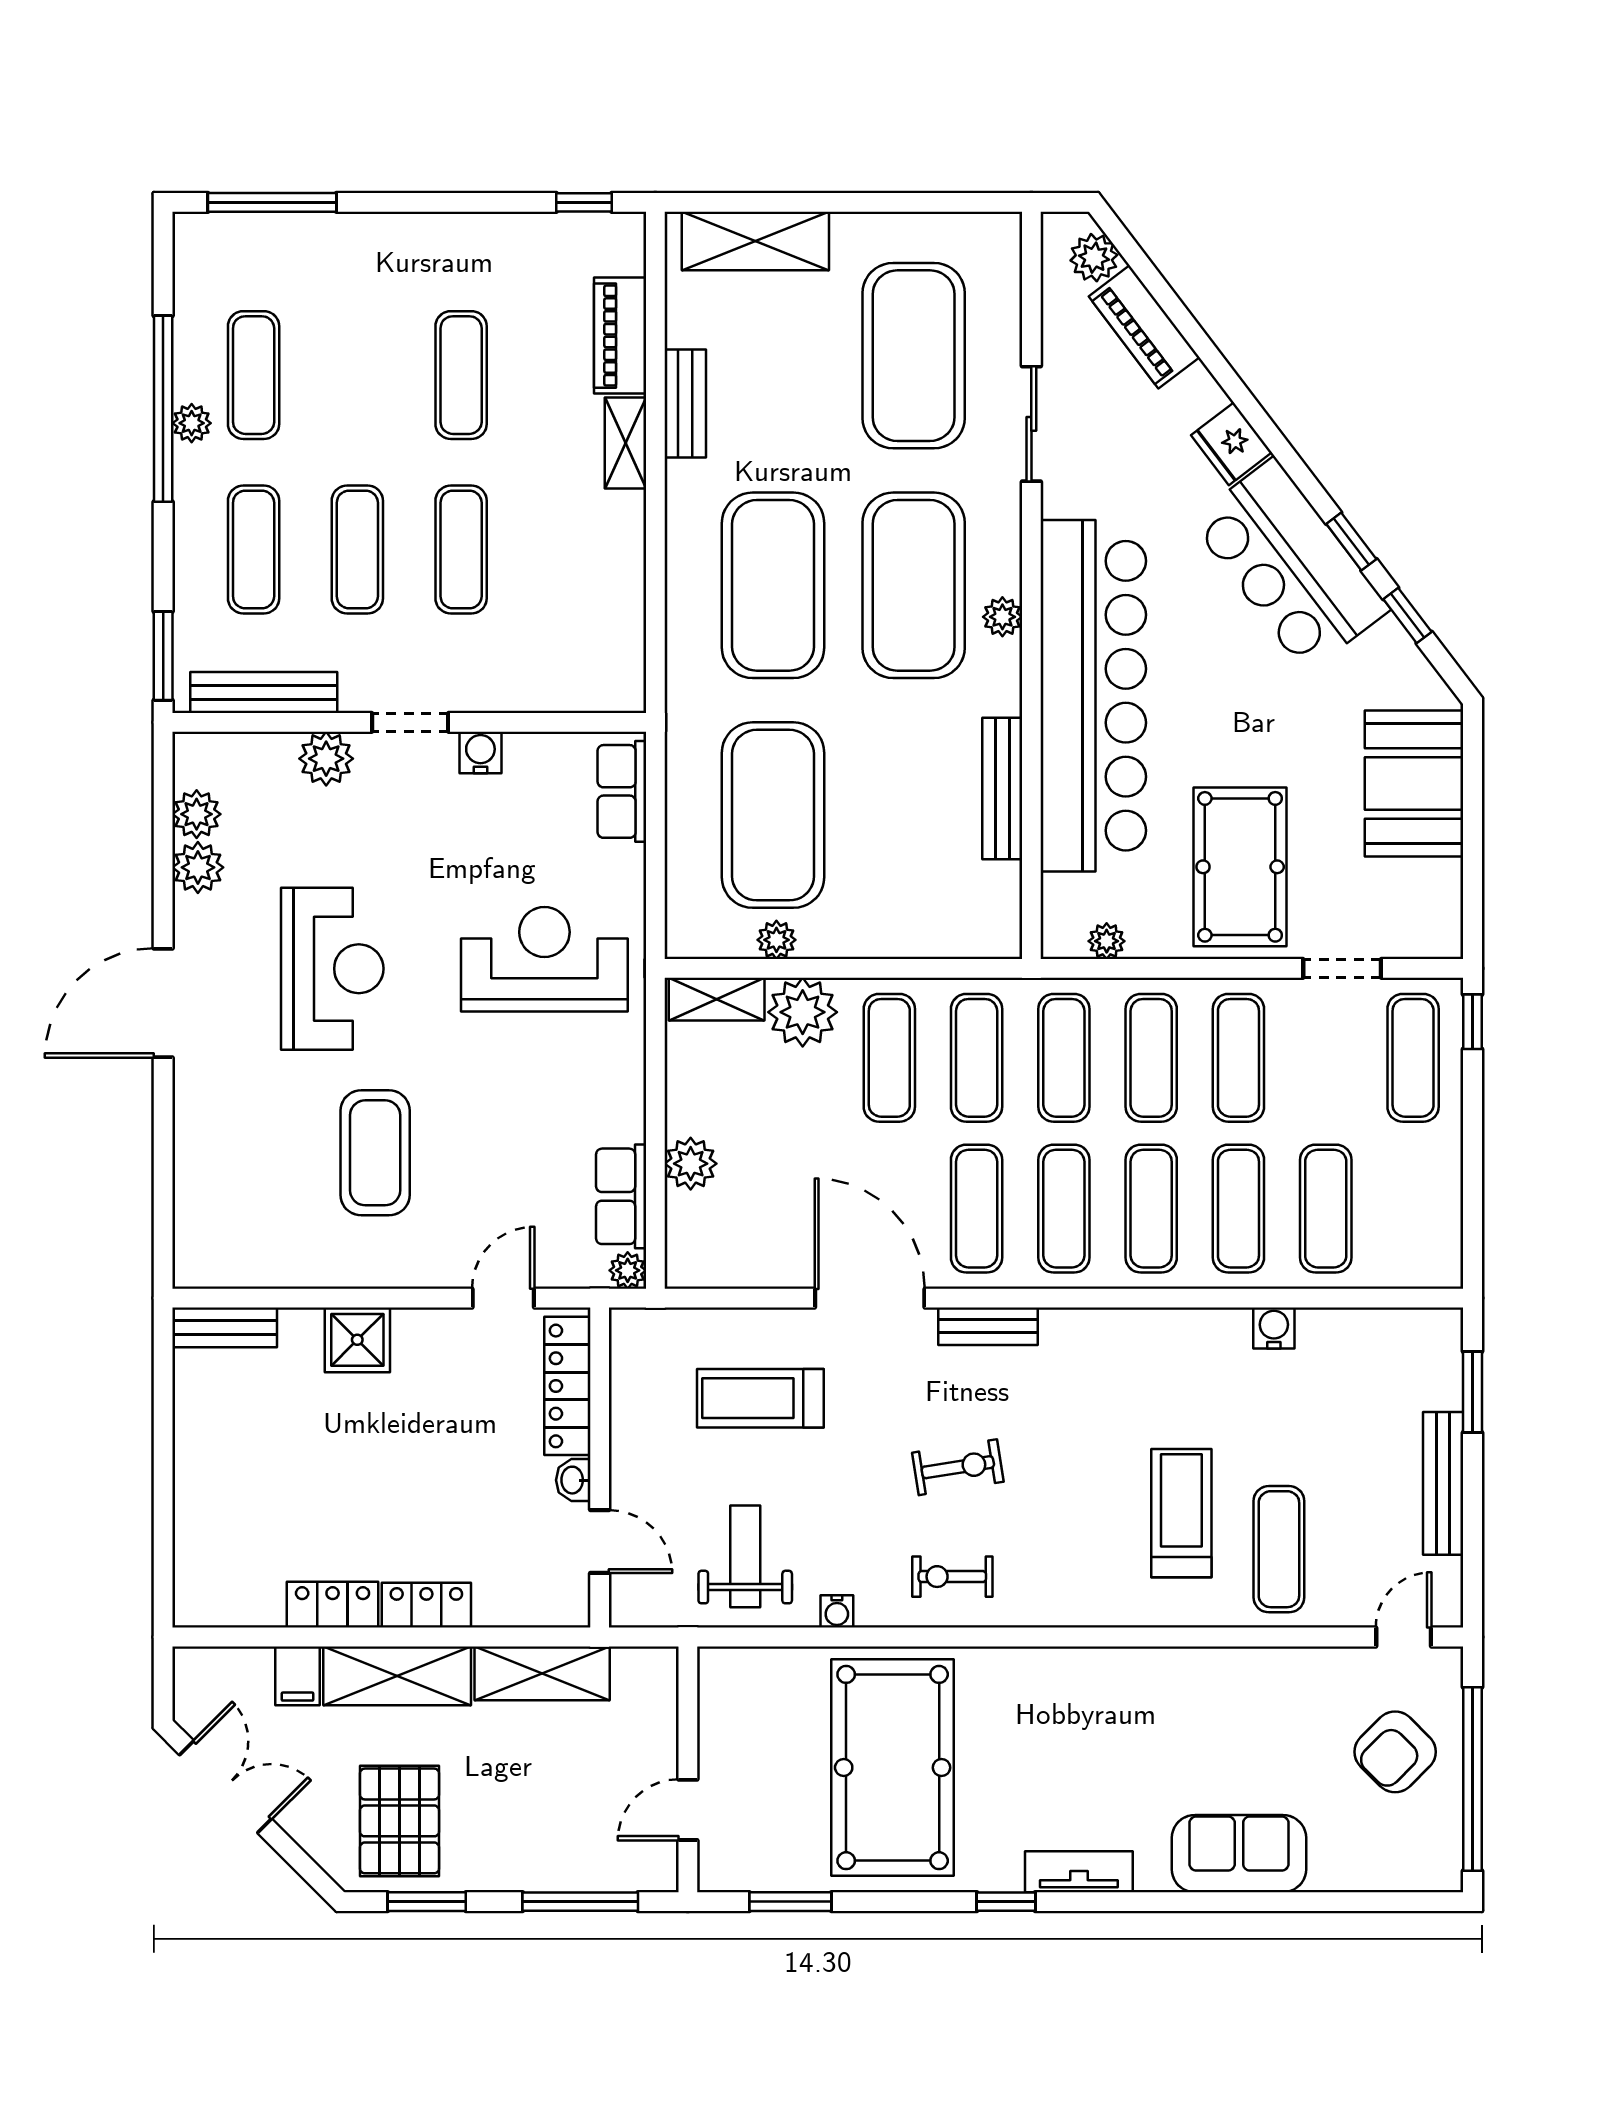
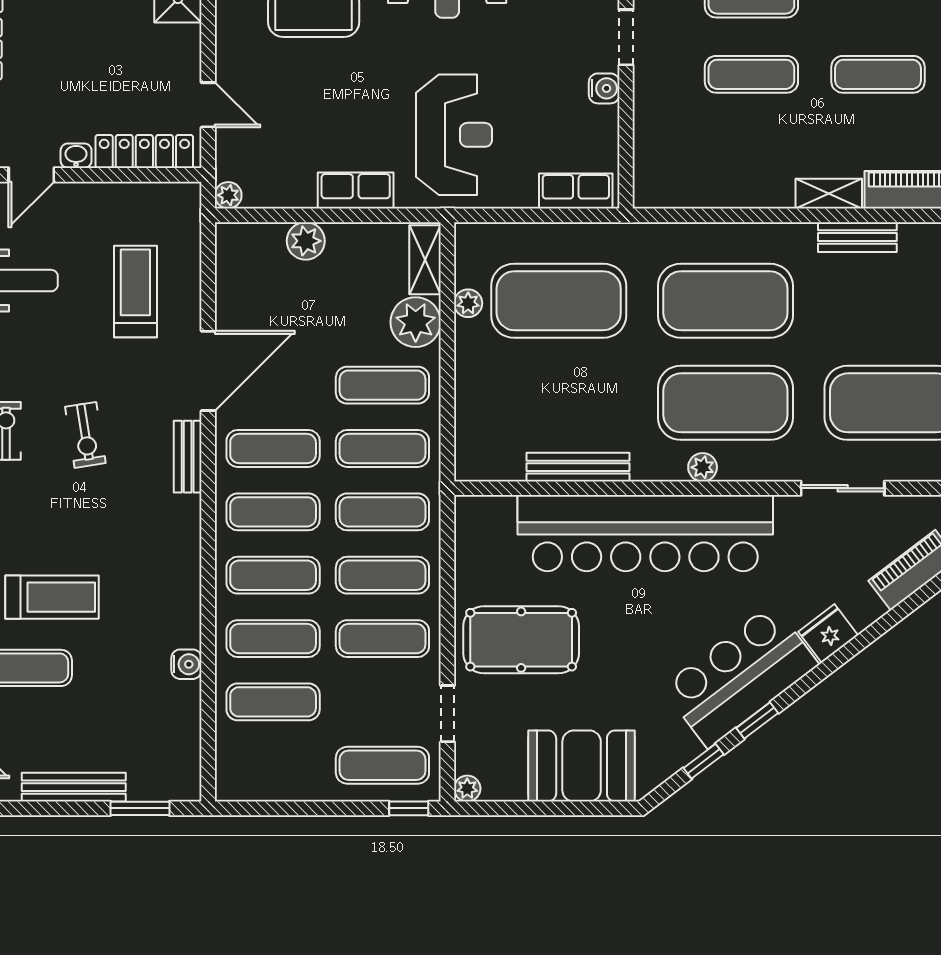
plant: (1107, 941) -> (467, 789), moved
row of seats: (621, 1196) -> (356, 190), moved

